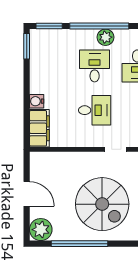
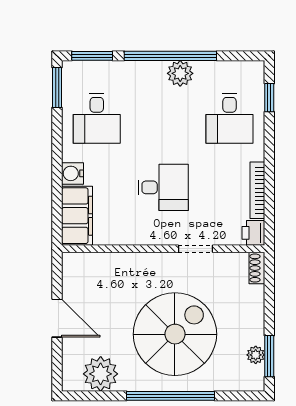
desk: (95, 66) -> (97, 118), moved, turned 180
spiral stairs: (102, 204) -> (175, 334), turned -90
plant: (41, 230) -> (101, 374), moved
window: (79, 244) -> (171, 396), moved

